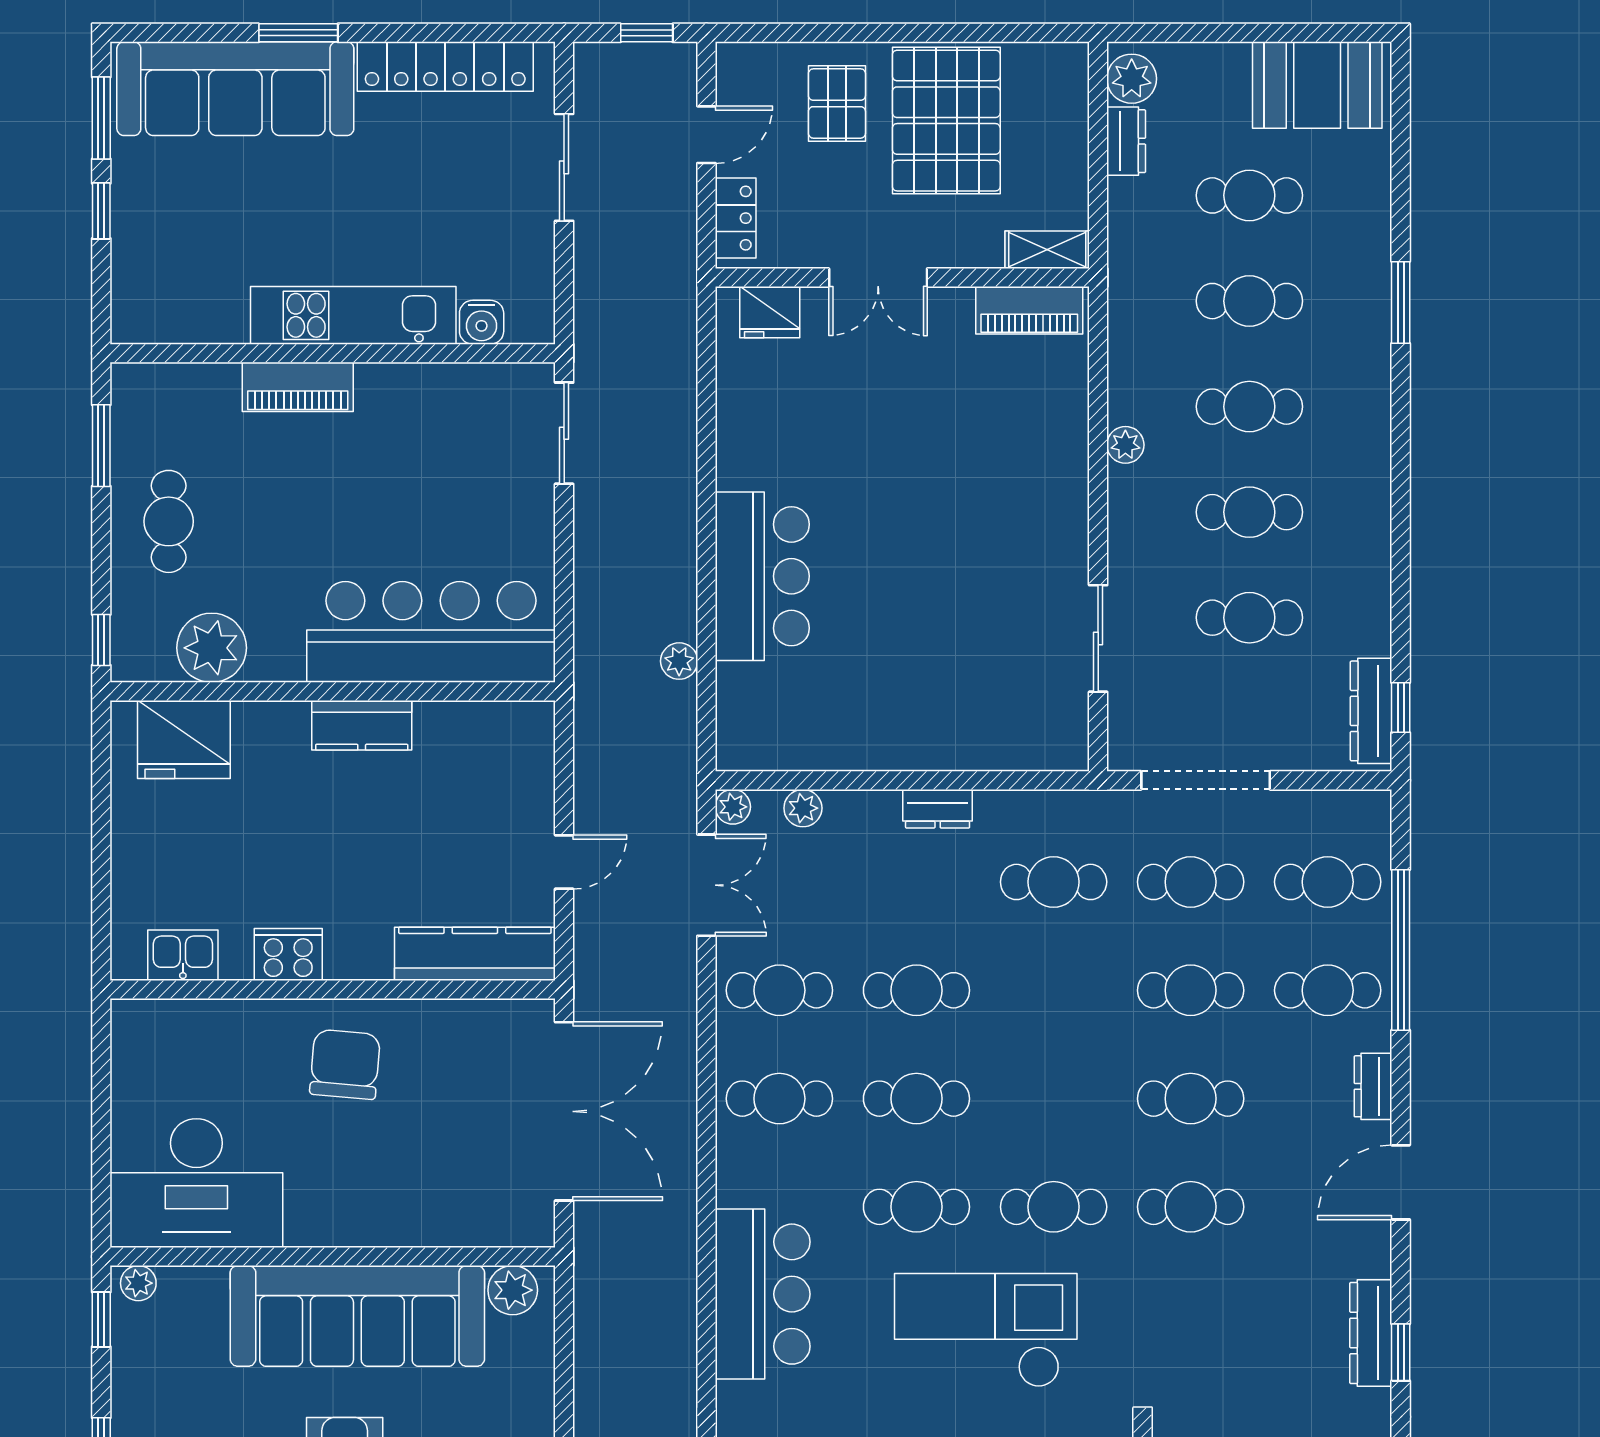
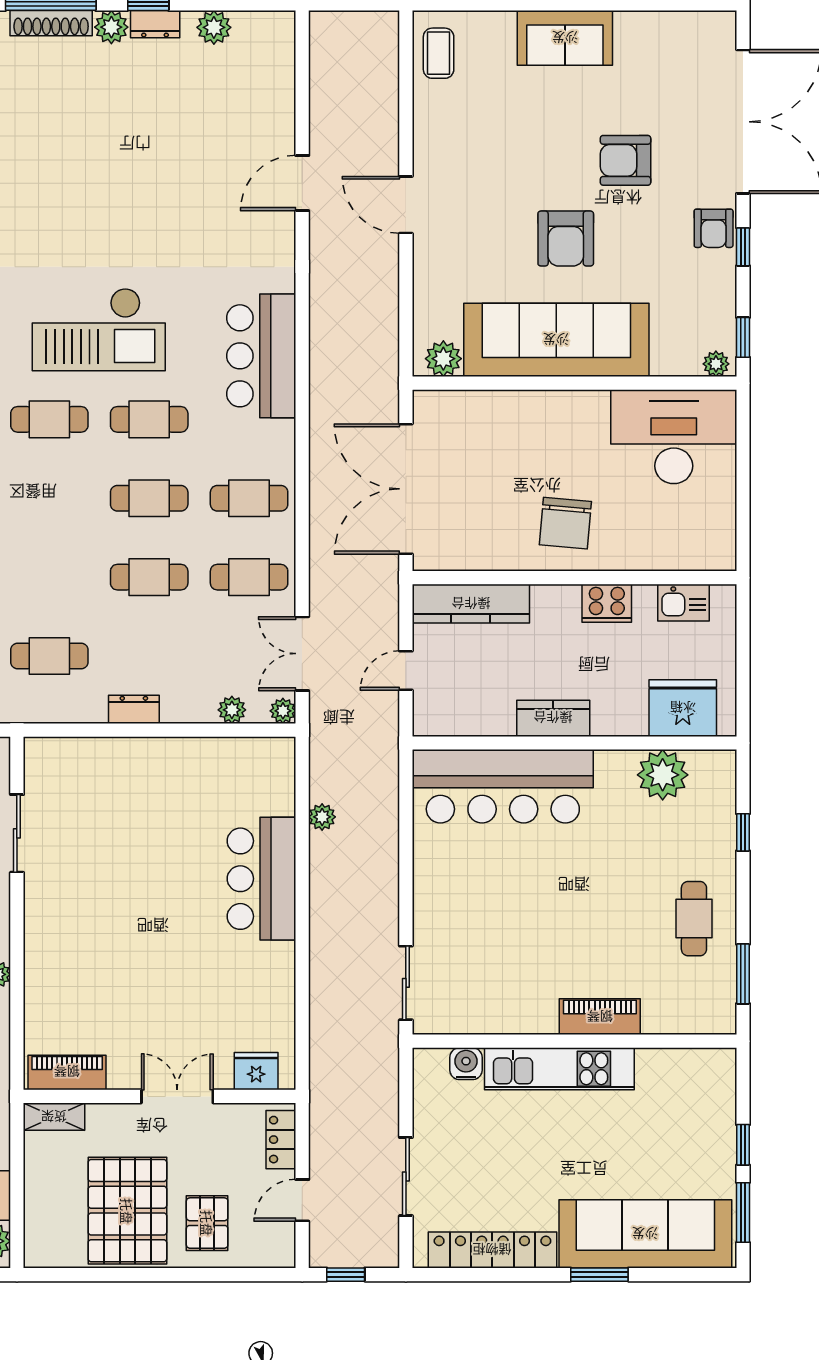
bar counter: (431, 632) -> (503, 786), moved
plant: (212, 648) -> (663, 775), moved
wall: (333, 691) -> (574, 743), moved
kitchen counter: (362, 725) -> (553, 718), moved
fridge: (184, 739) -> (683, 708), moved

